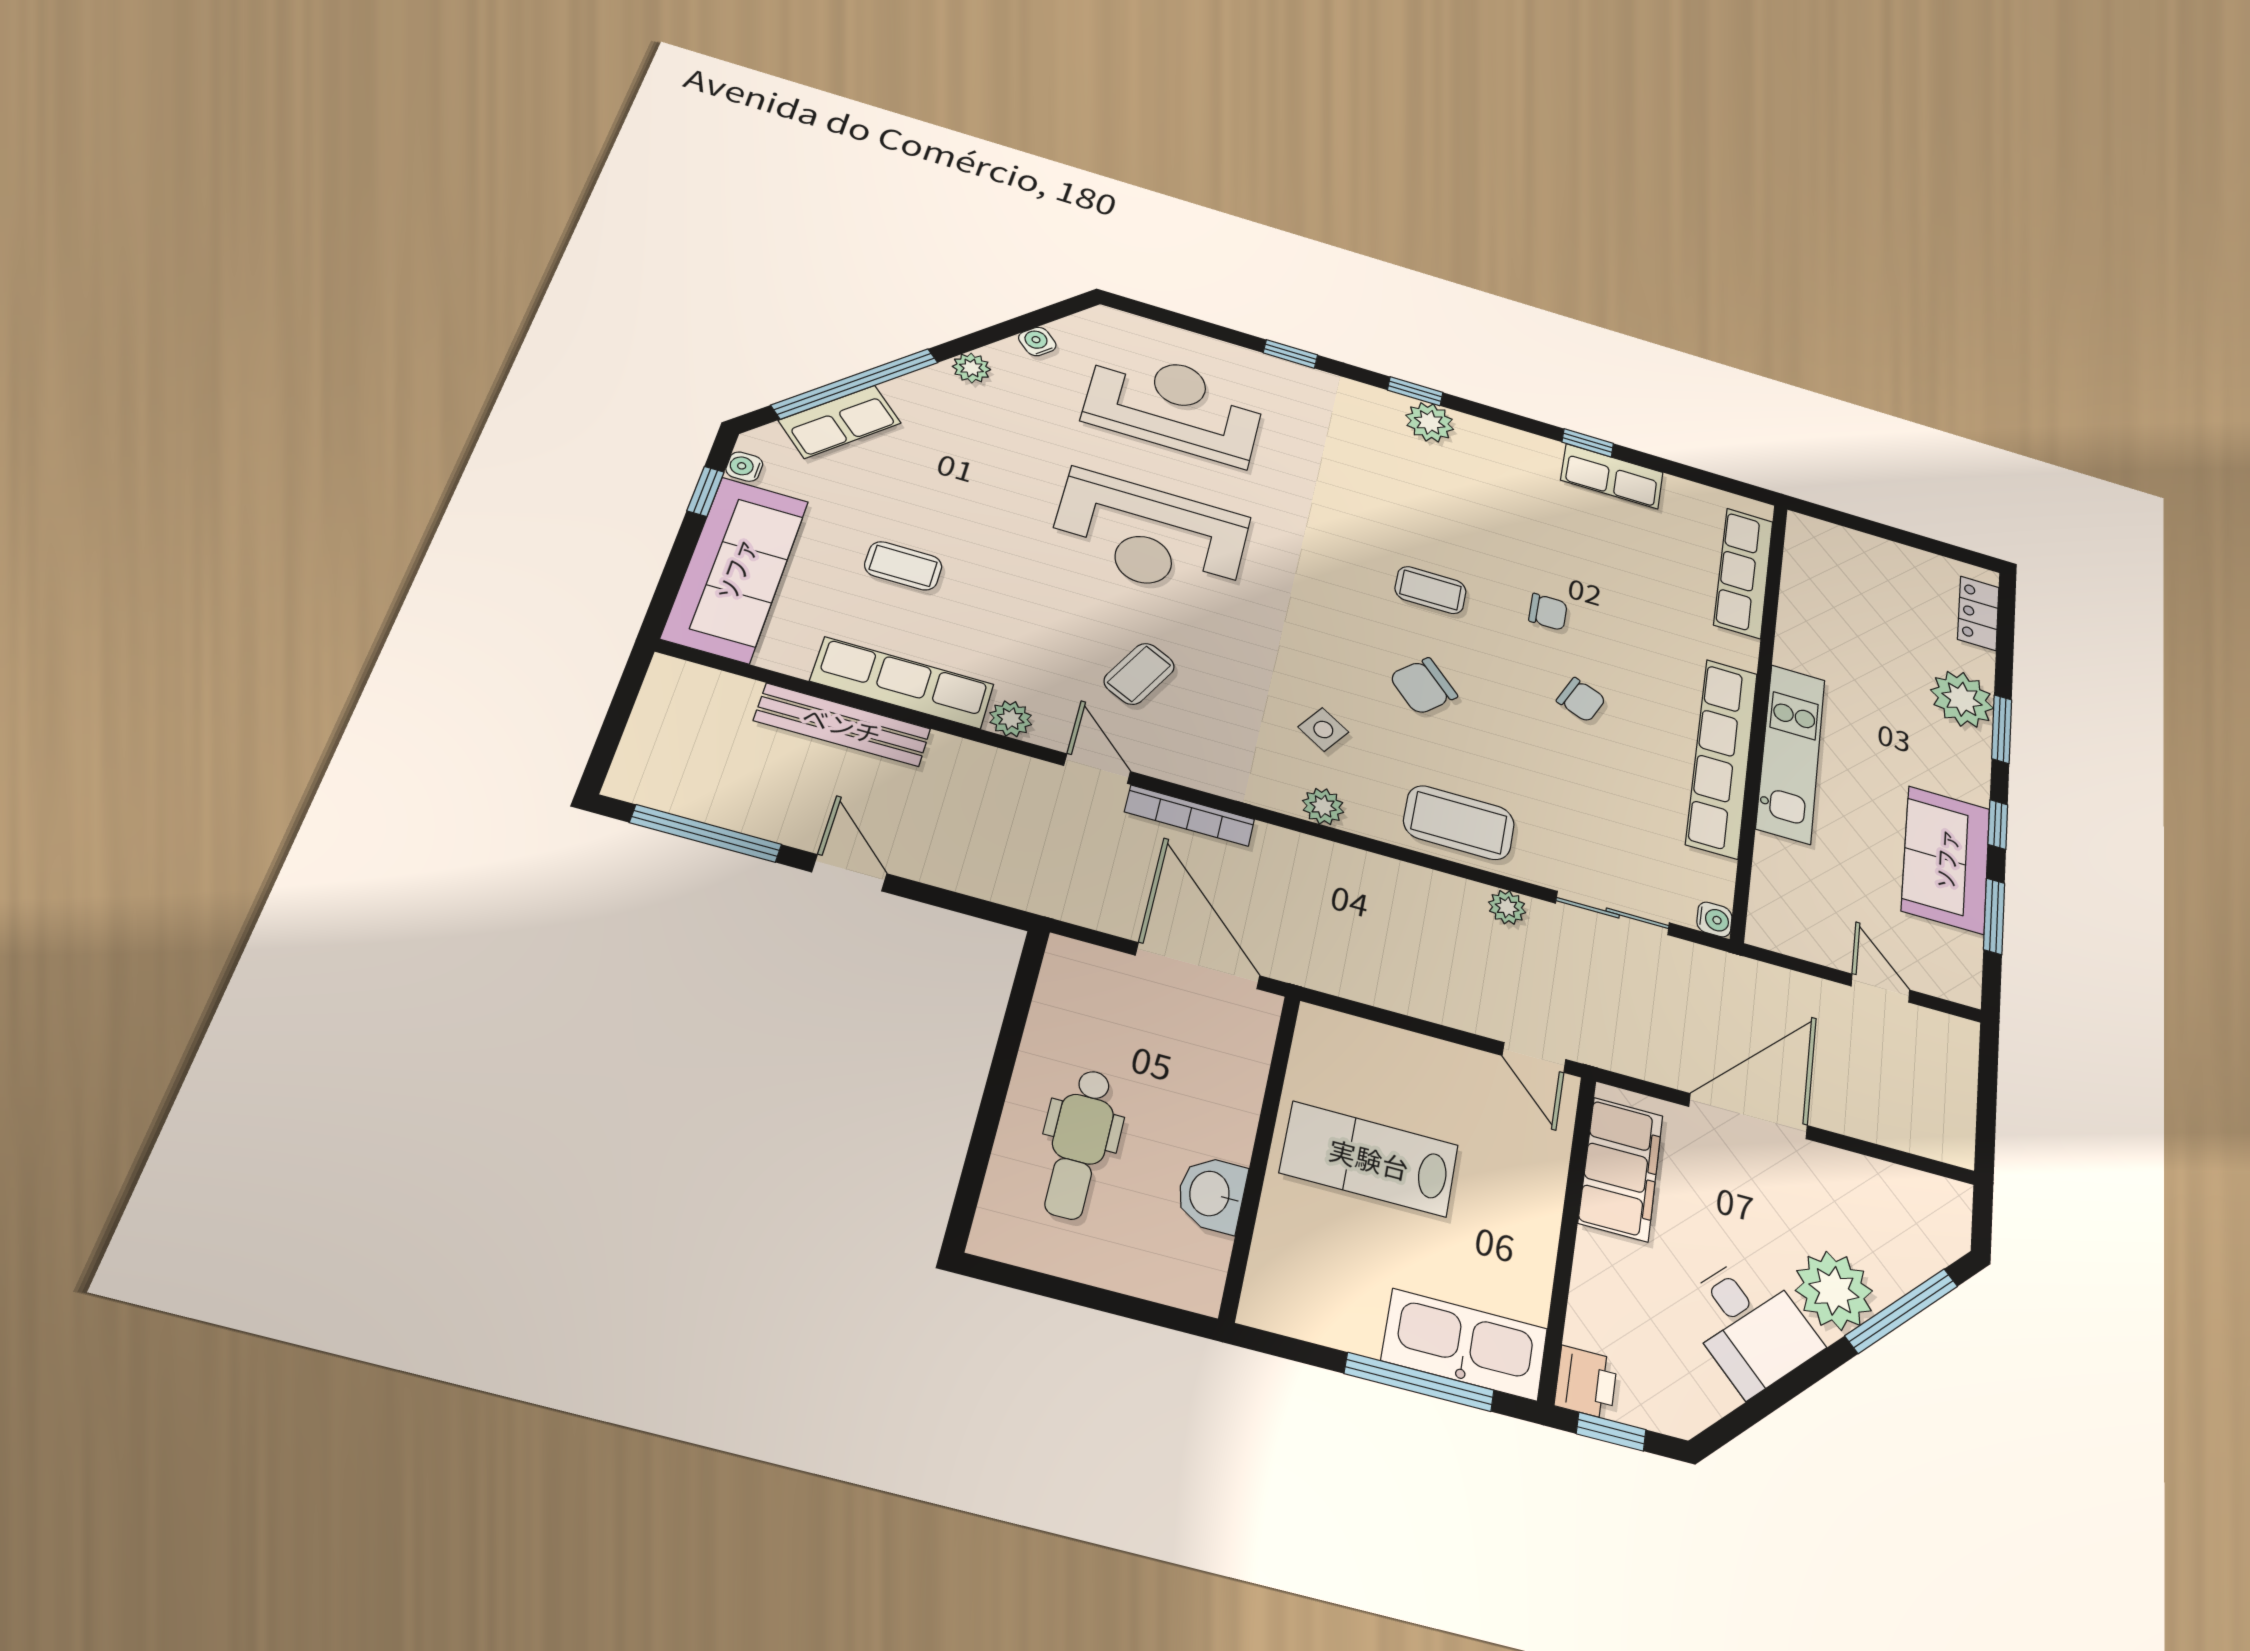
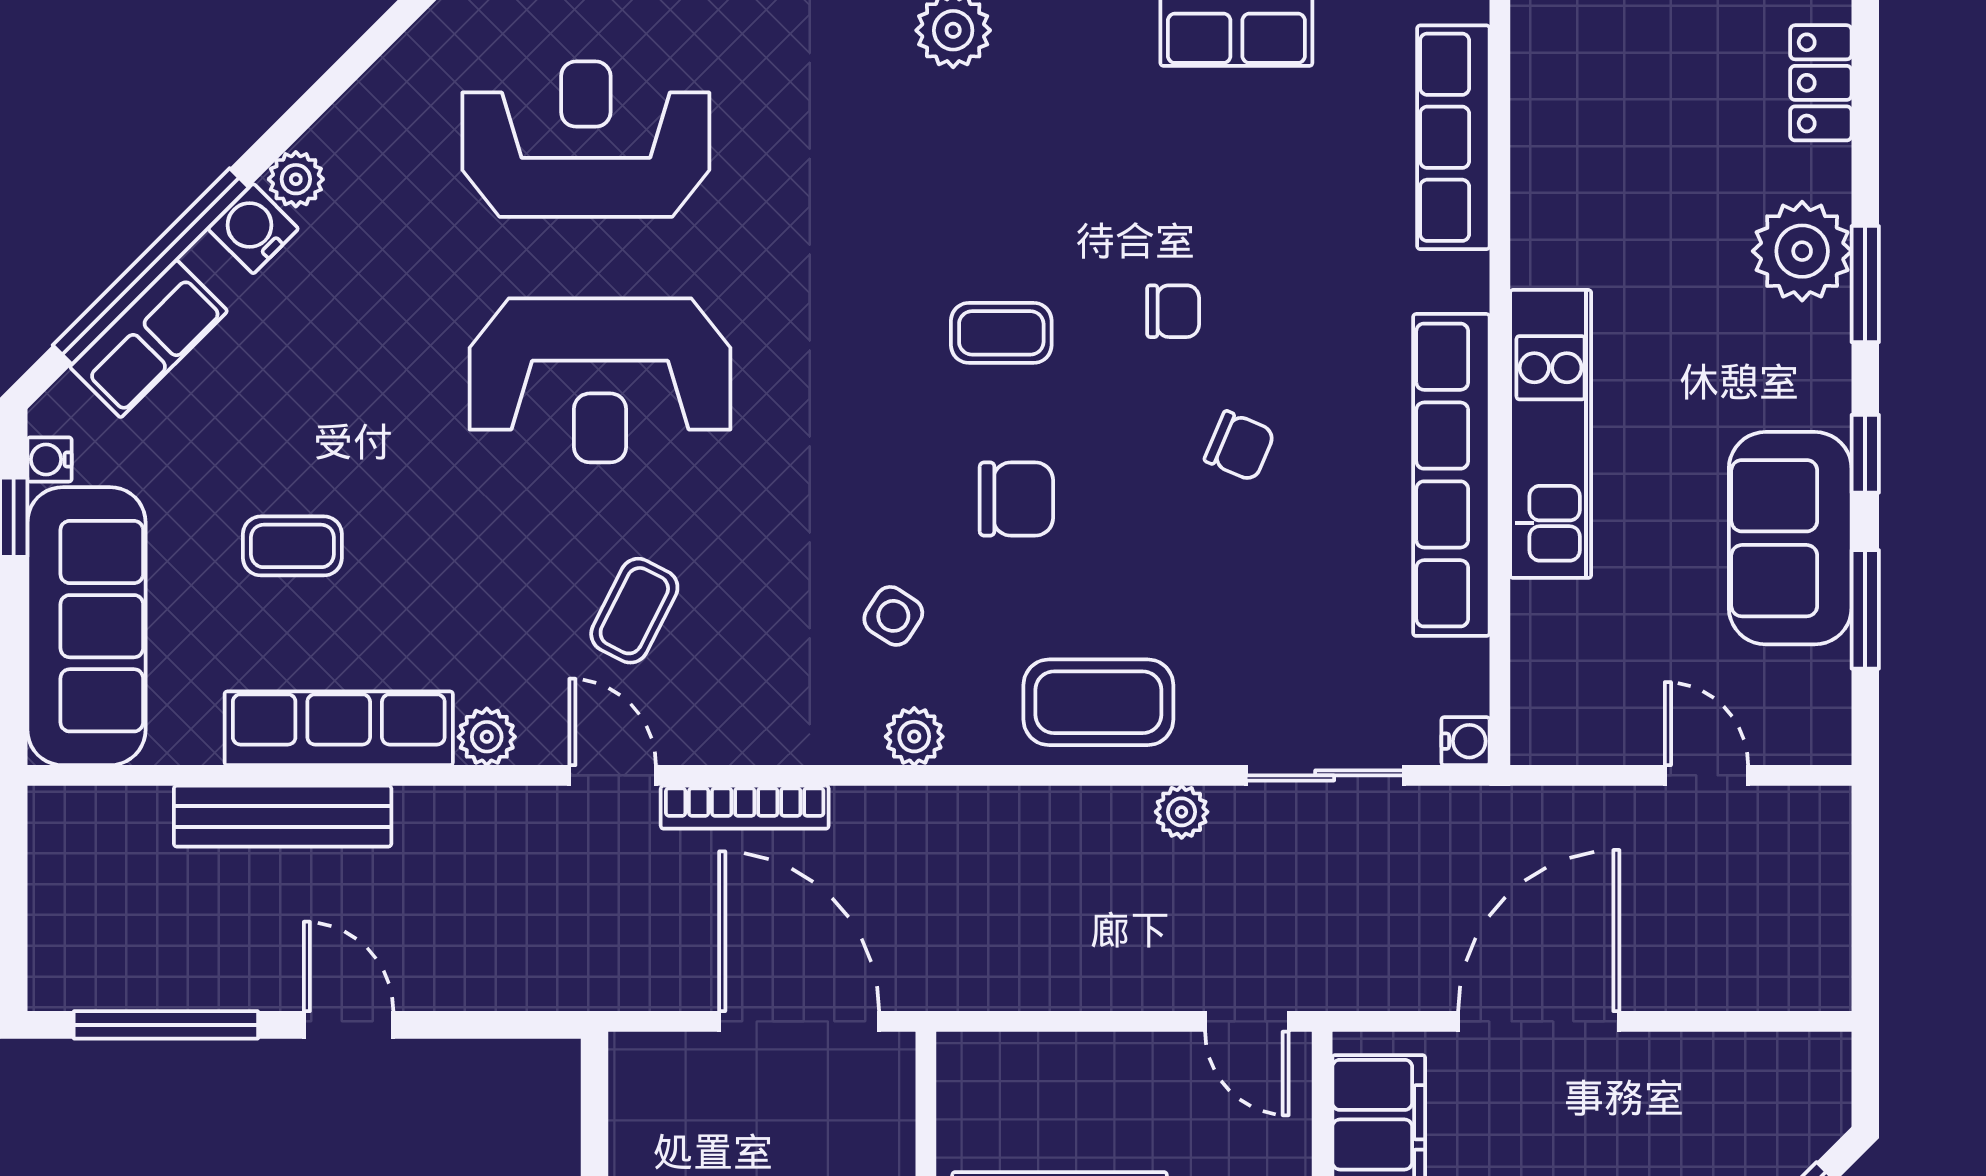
water cooler: (1037, 341) -> (253, 229), moved, width x1.38, depth x1.38
chair: (1423, 686) -> (1016, 499), turned -136

